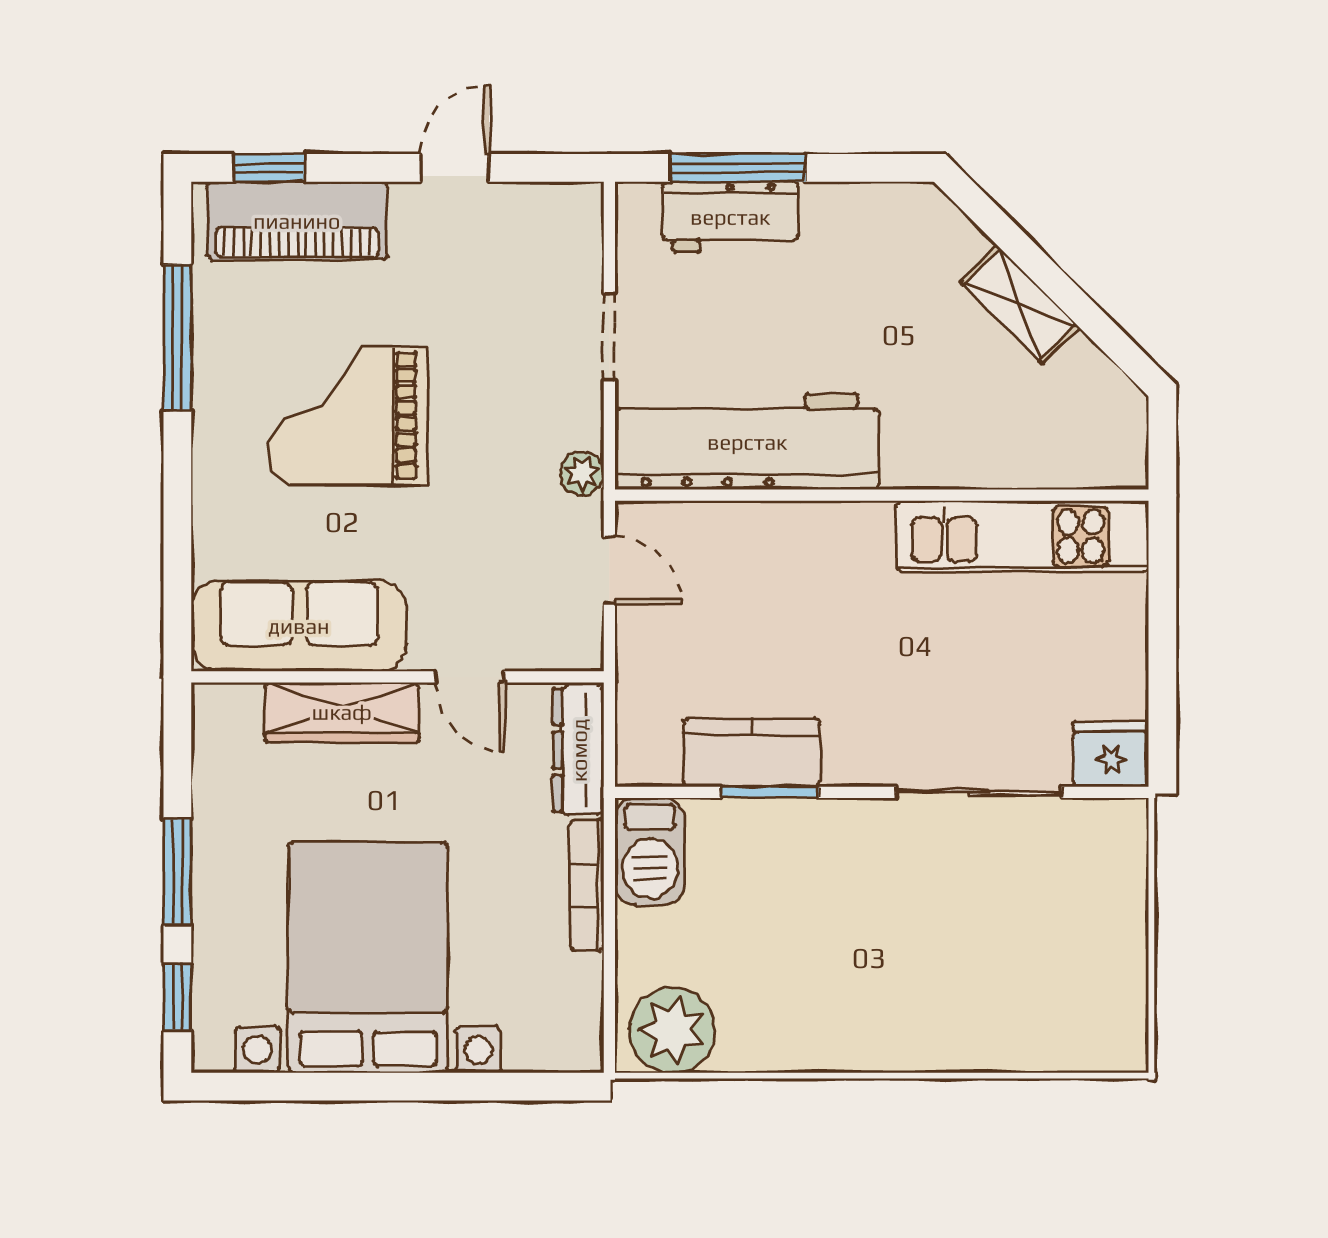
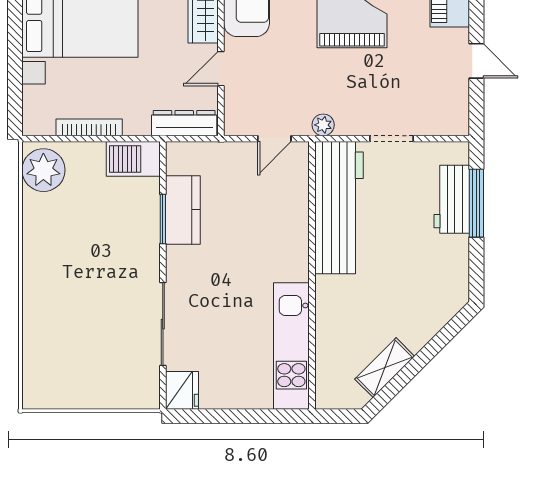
shelving: (1020, 305) -> (385, 368), moved
bookcase: (587, 885) -> (89, 127), moved

